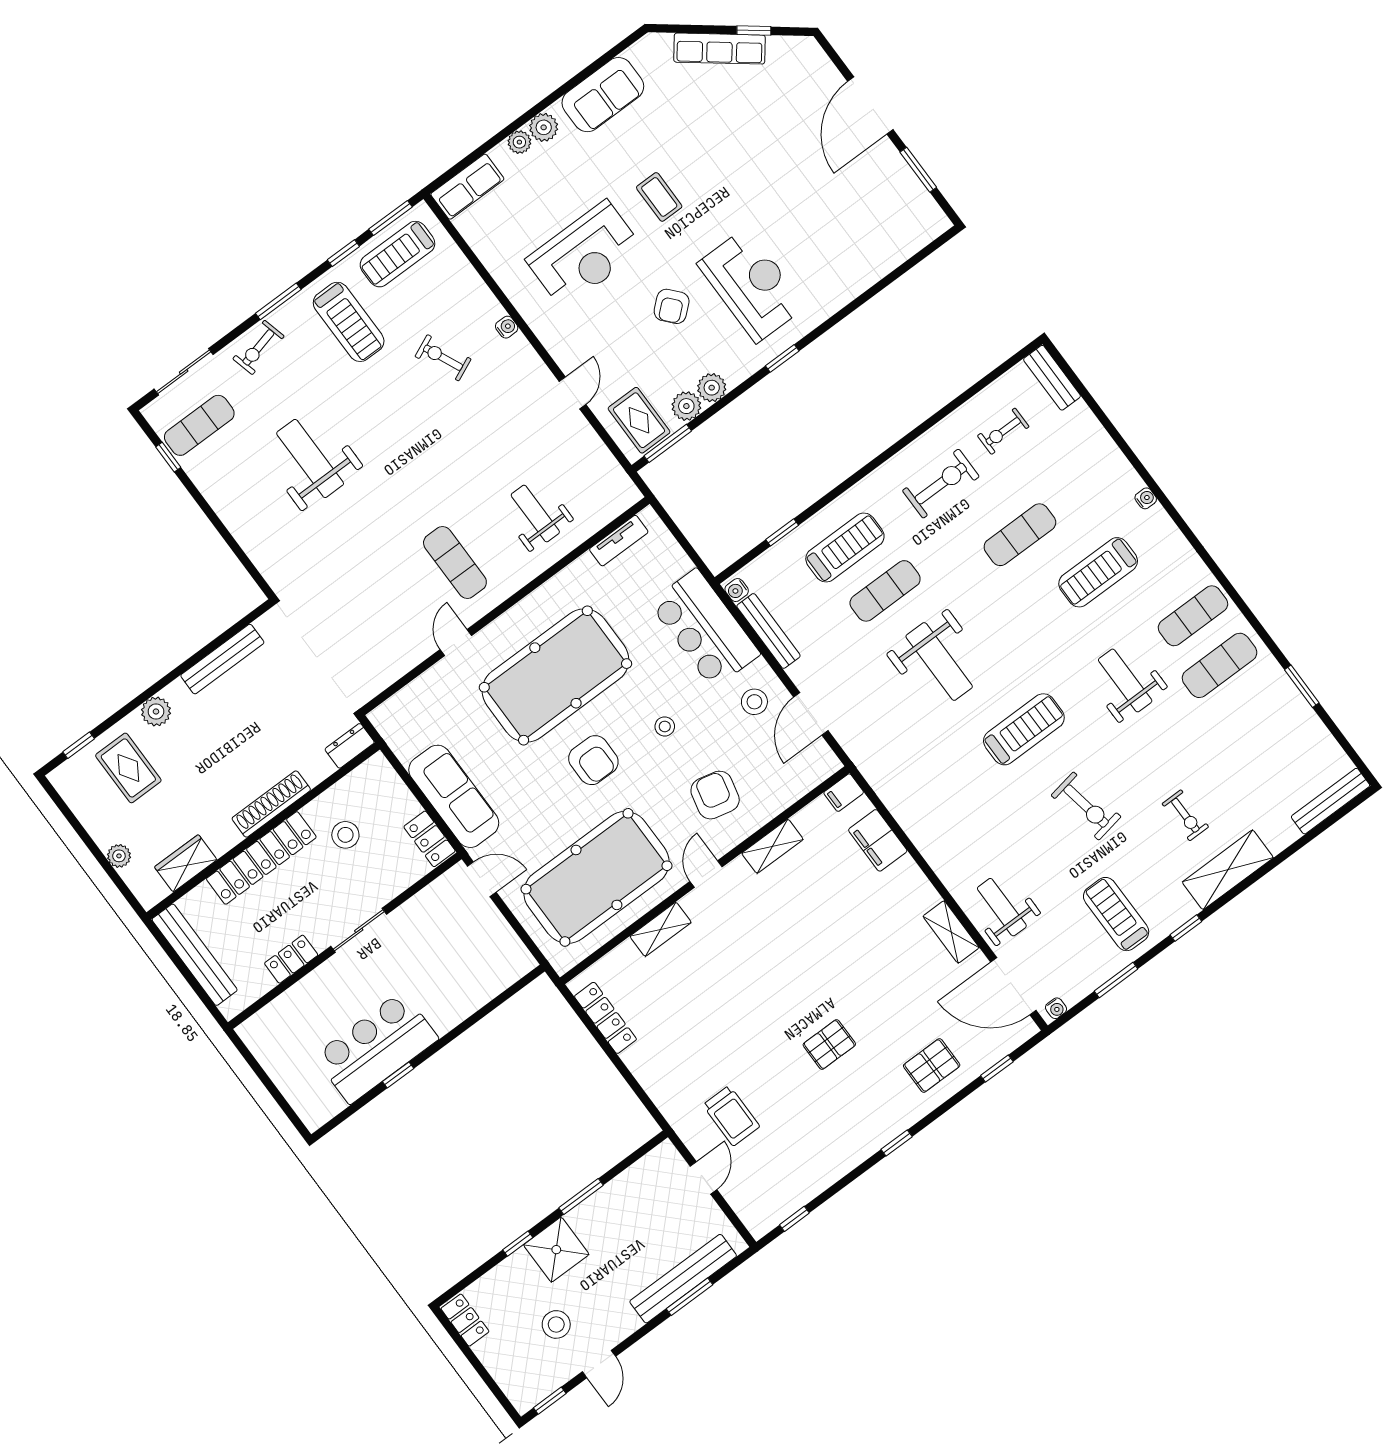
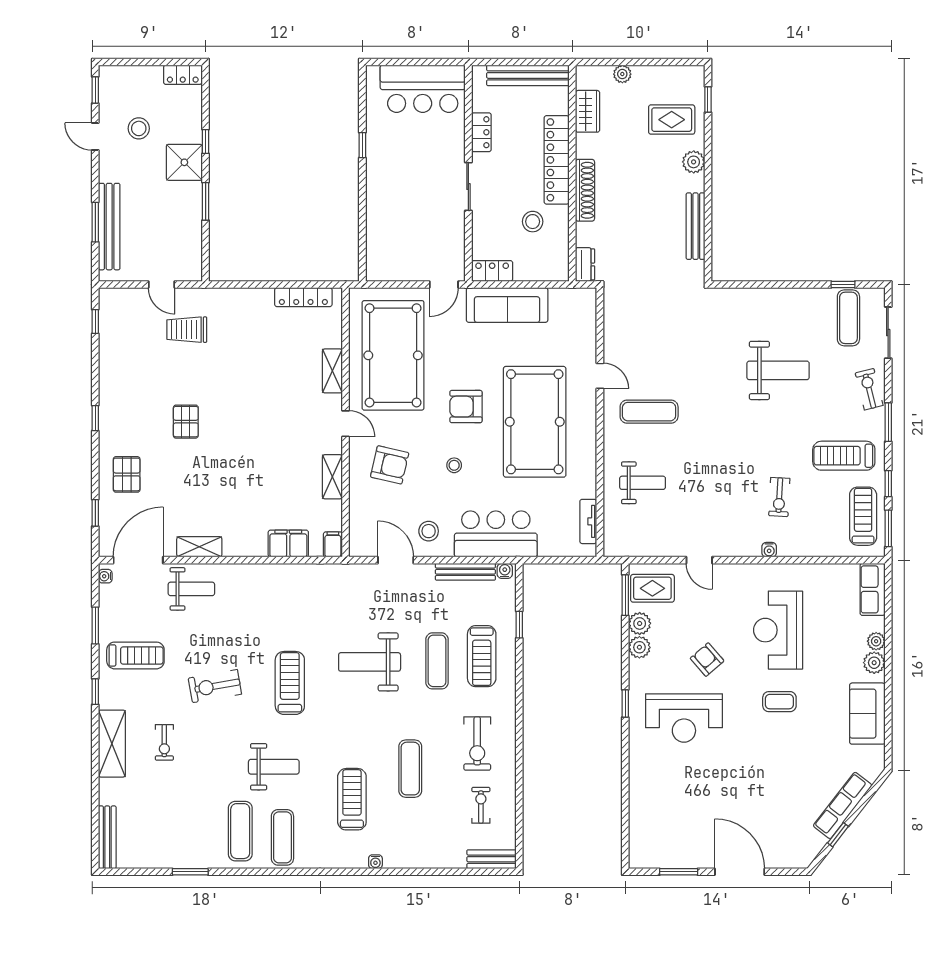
exercise bike: (443, 358) -> (779, 497), turned 117
treadmill: (1024, 729) -> (290, 683), turned 180
exercise bike: (1185, 815) -> (164, 742), turned -90
bar counter: (376, 1047) -> (423, 89), moved, turned 90

